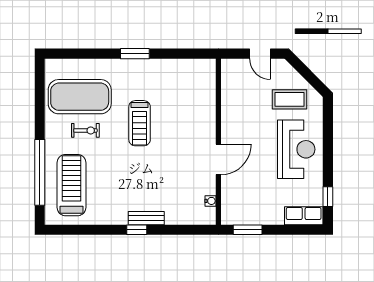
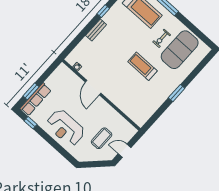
coffee table: (289, 99) -> (102, 138), moved
row of seats: (304, 216) -> (36, 99), width x1.48
window: (137, 230) -> (103, 11), moved
window: (248, 230) -> (31, 91), moved

